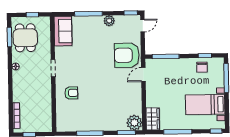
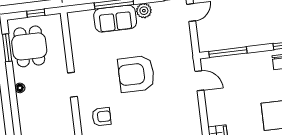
sofa: (63, 31) -> (115, 19), moved, turned 90
armchair: (127, 55) -> (136, 74), moved
door: (143, 75) -> (199, 81), swing flipped

